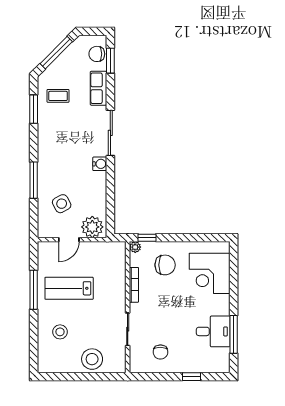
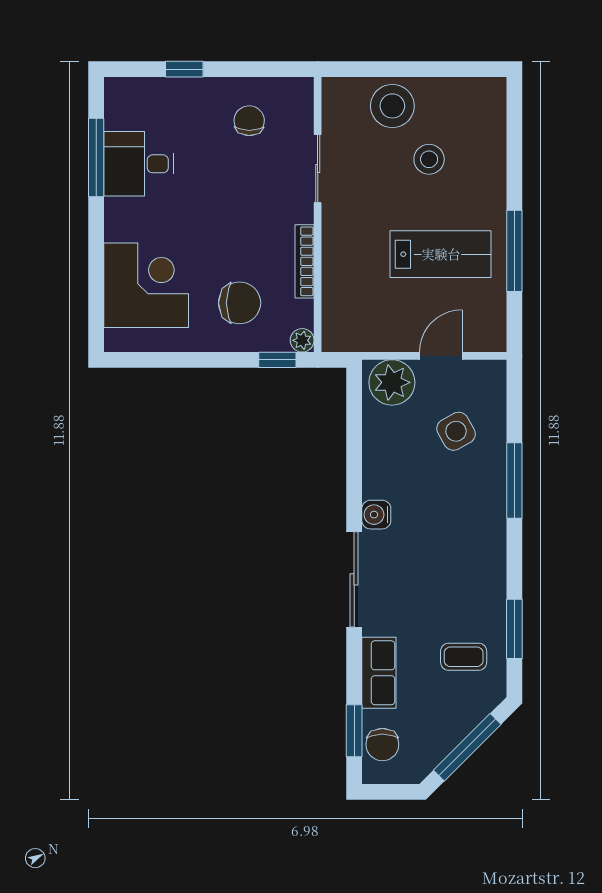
chair: (97, 54) -> (382, 745), turned 90
chair: (165, 265) -> (240, 303), turned 180
stool: (60, 332) -> (429, 159), moved

